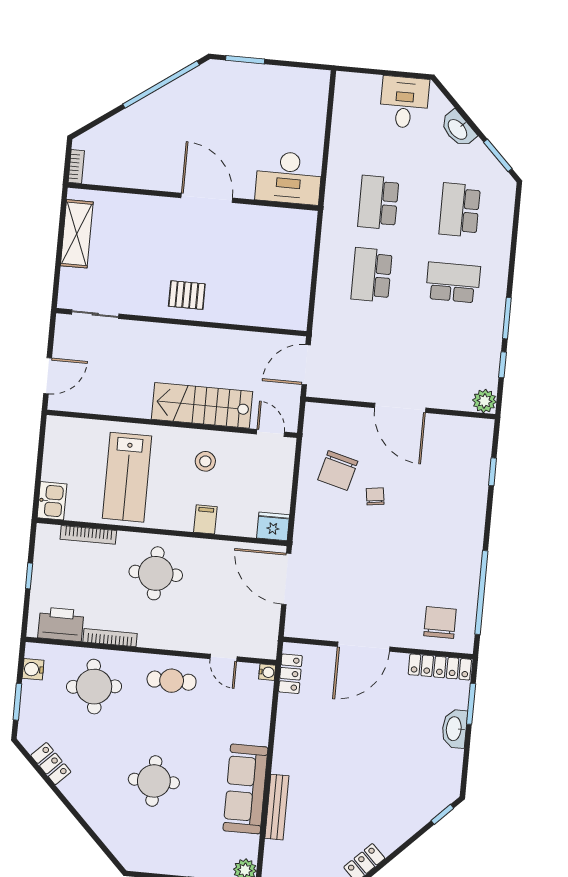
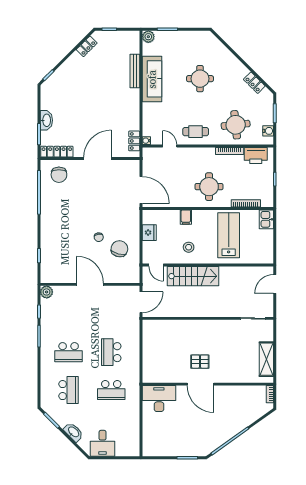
school desk: (378, 202) -> (111, 390), turned 90
school desk: (372, 275) -> (111, 352), turned 180
pallet: (187, 295) -> (200, 362), moved
fridge: (273, 526) -> (149, 233), moved, turned -90

